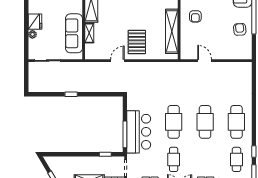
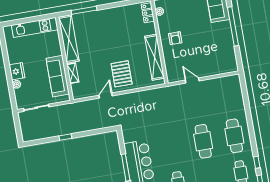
armchair: (240, 29) -> (222, 43), removed
cafe table: (174, 122) -> (172, 147), removed

